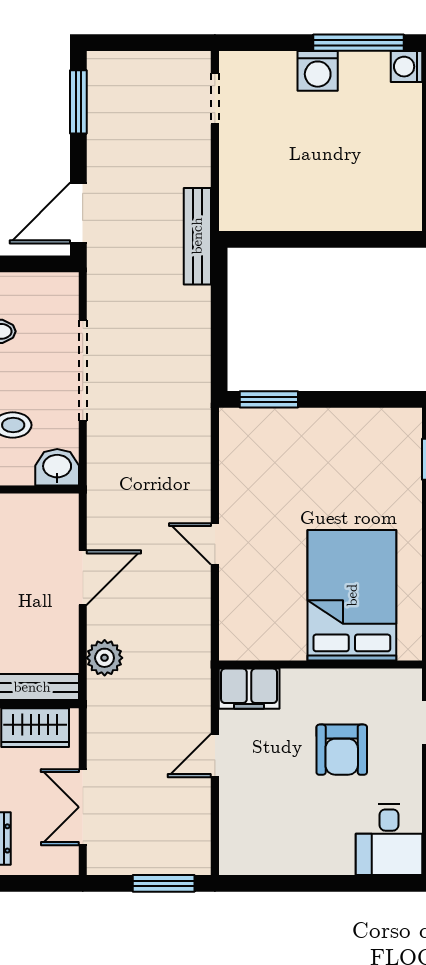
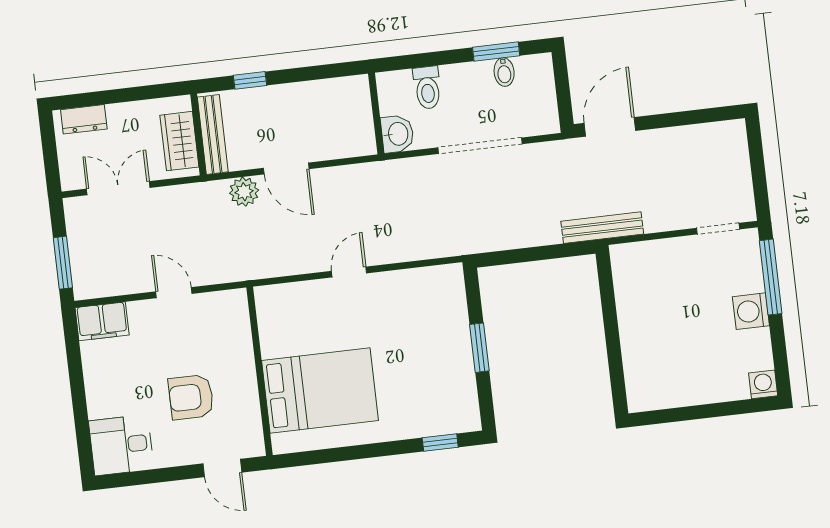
window: (358, 43) -> (771, 277), moved
window: (78, 102) -> (702, 116), removed
door: (78, 213) -> (610, 127), hinge flipped
window: (269, 399) -> (479, 348), moved
door: (83, 578) -> (286, 168), moved
filing cabinet: (249, 689) -> (102, 321), moved, turned -90

